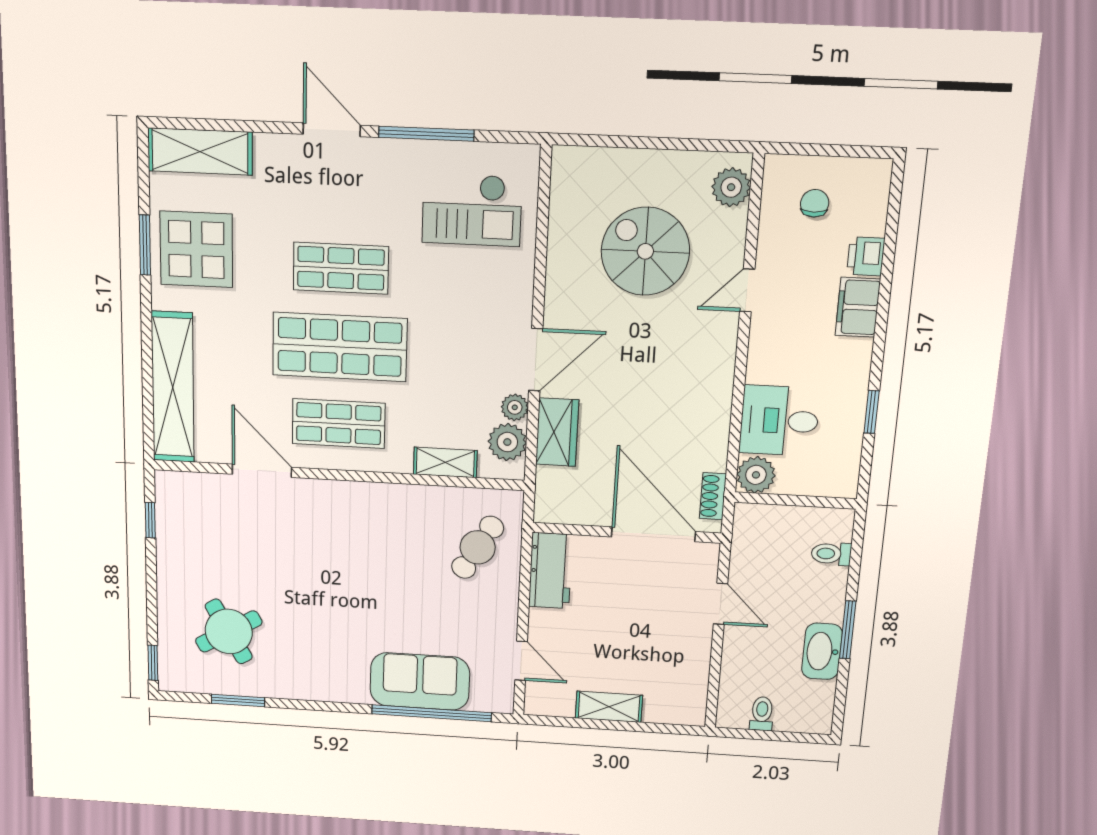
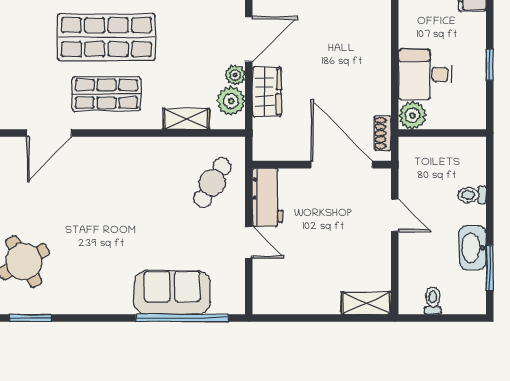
door: (262, 471) -> (49, 133), swing flipped
toilet: (831, 554) -> (472, 195), moved
window: (848, 630) -> (490, 268), moved
door: (521, 661) -> (249, 242), moved
shelving: (609, 707) -> (366, 303), moved

